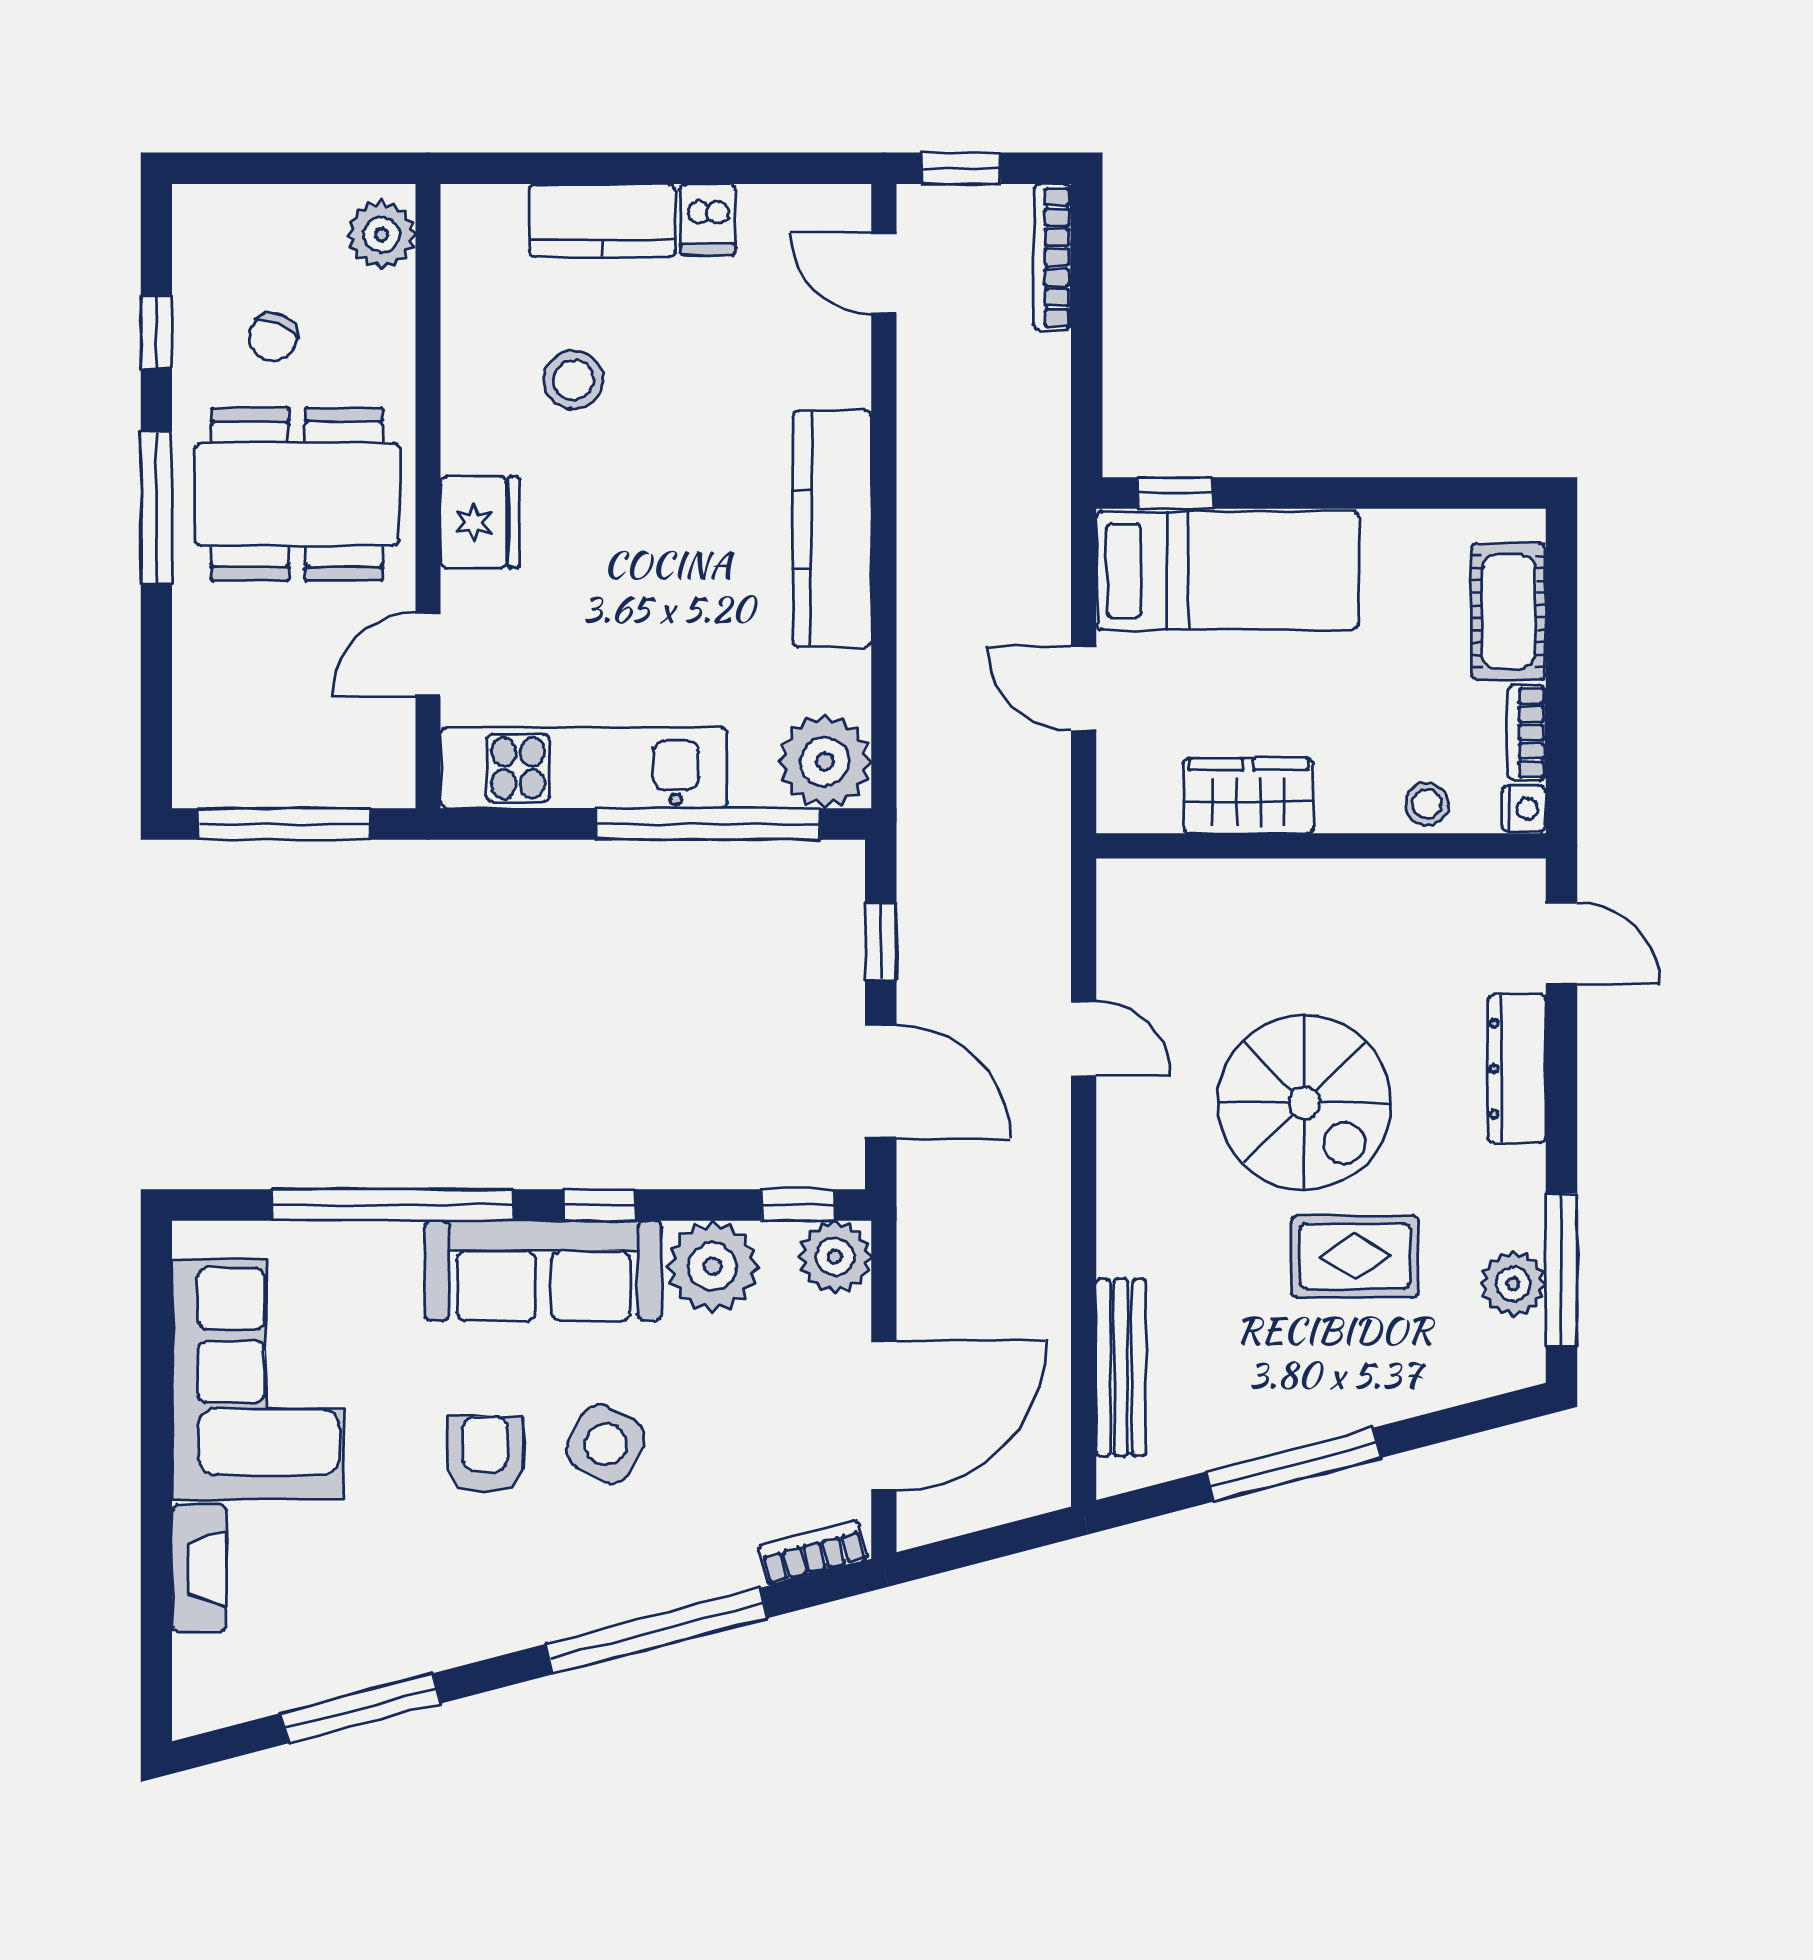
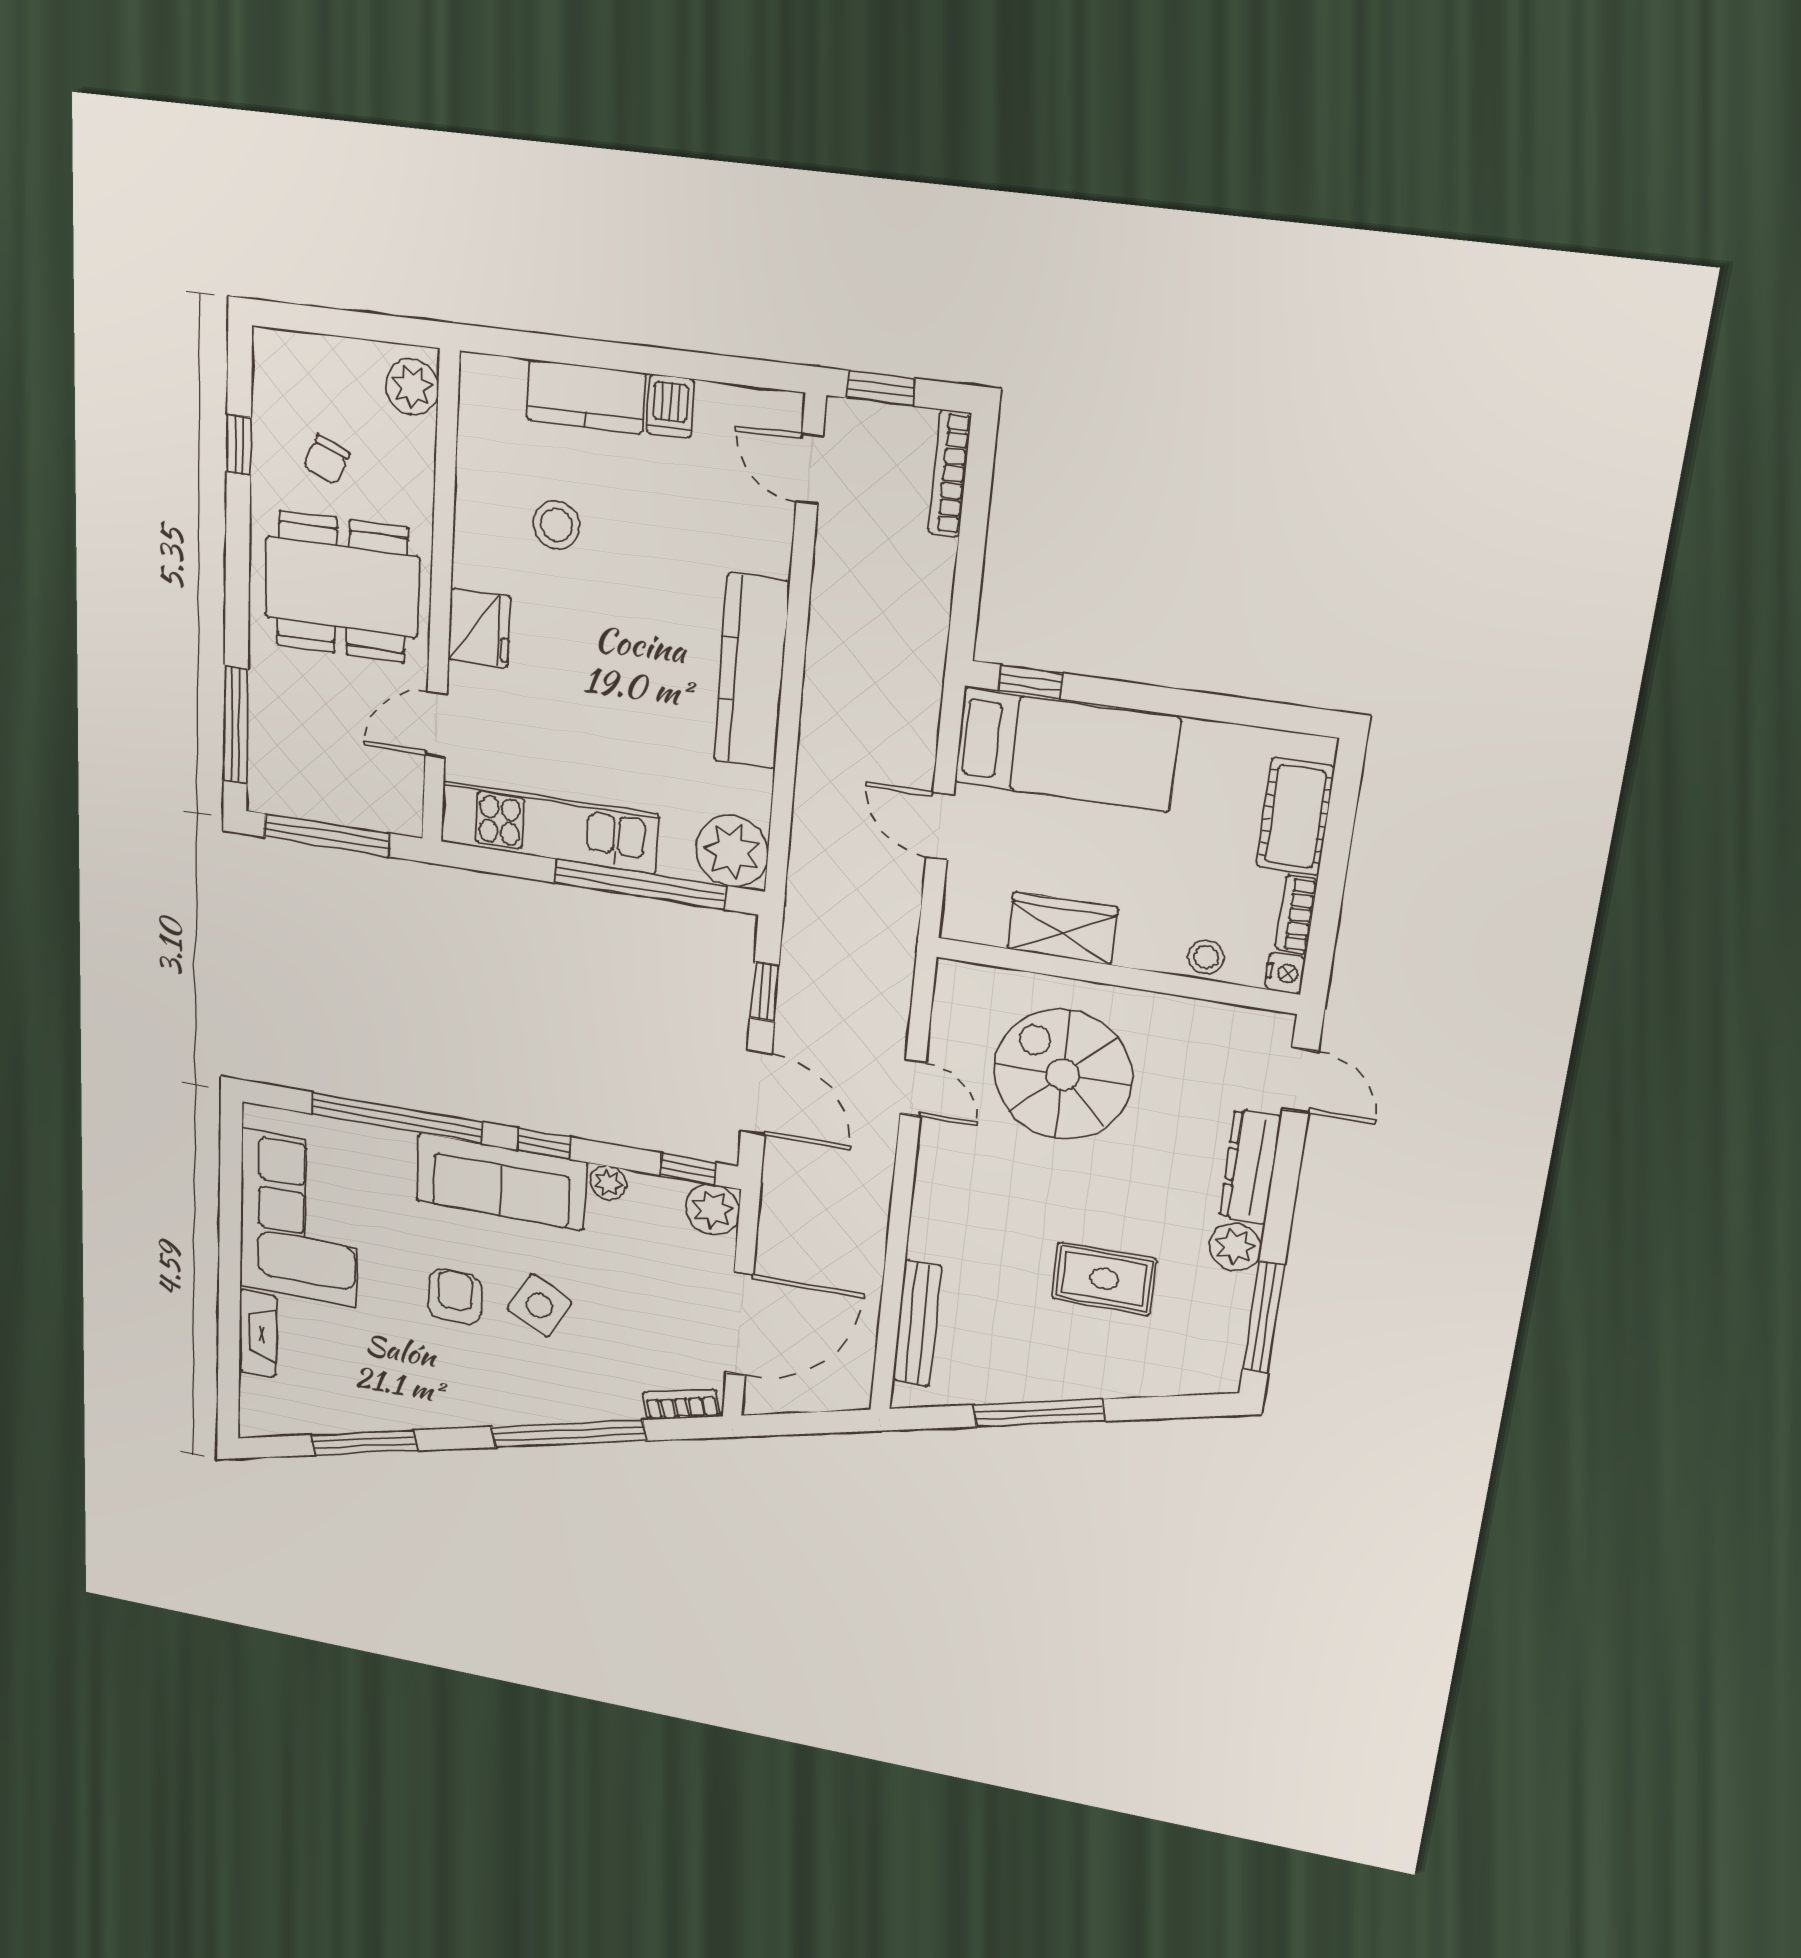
window: (156, 508) -> (236, 725), moved
spiral stairs: (1304, 1103) -> (1063, 1074), moved, turned 180
plant: (712, 1266) -> (608, 1183), width x0.53, depth x0.53
plant: (1513, 1284) -> (1235, 1247), moved

